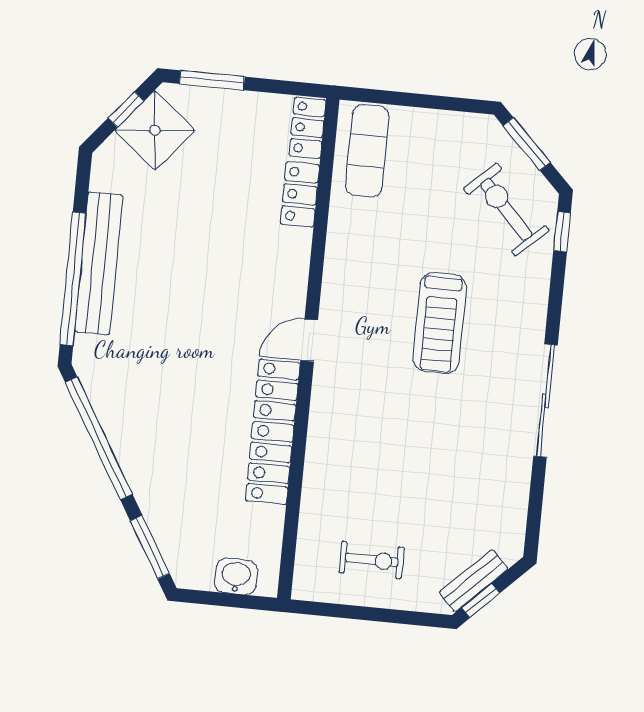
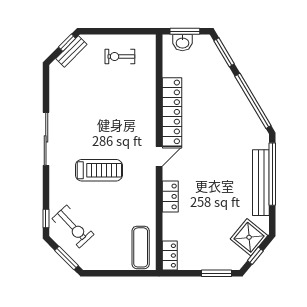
shower: (155, 130) -> (249, 237), moved
locker: (300, 194) -> (170, 196), moved
treadmill: (440, 323) -> (99, 170), turned 90
window: (229, 600) -> (185, 31), added

